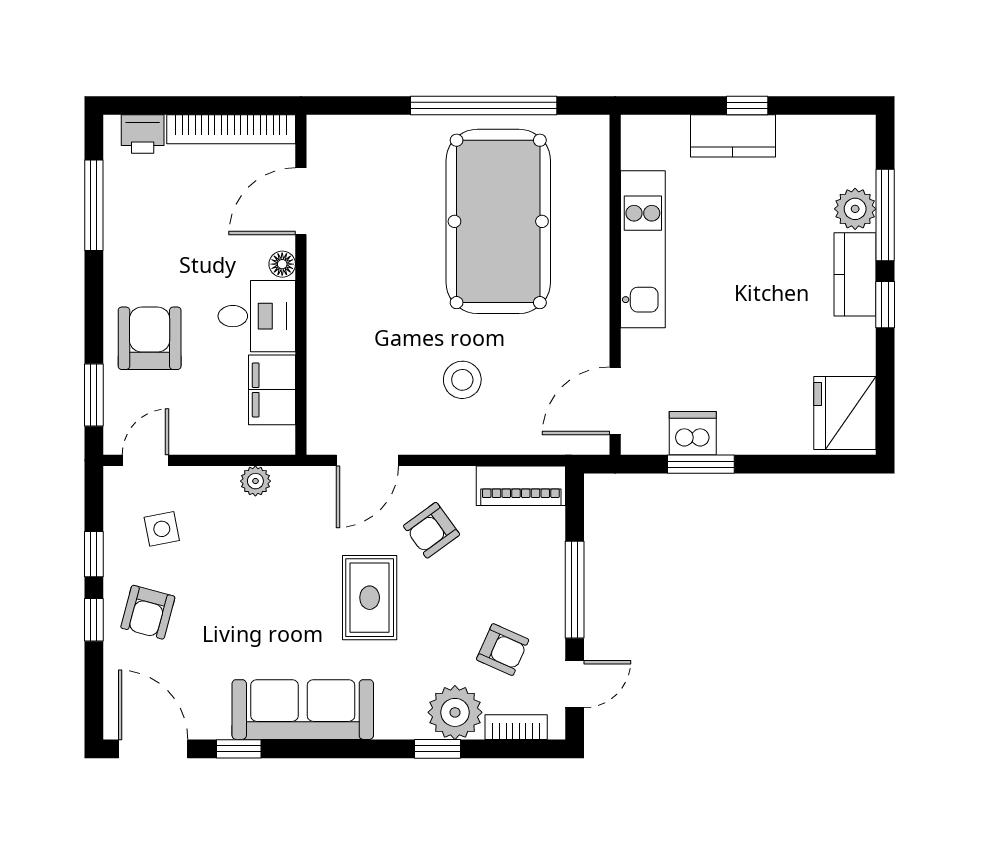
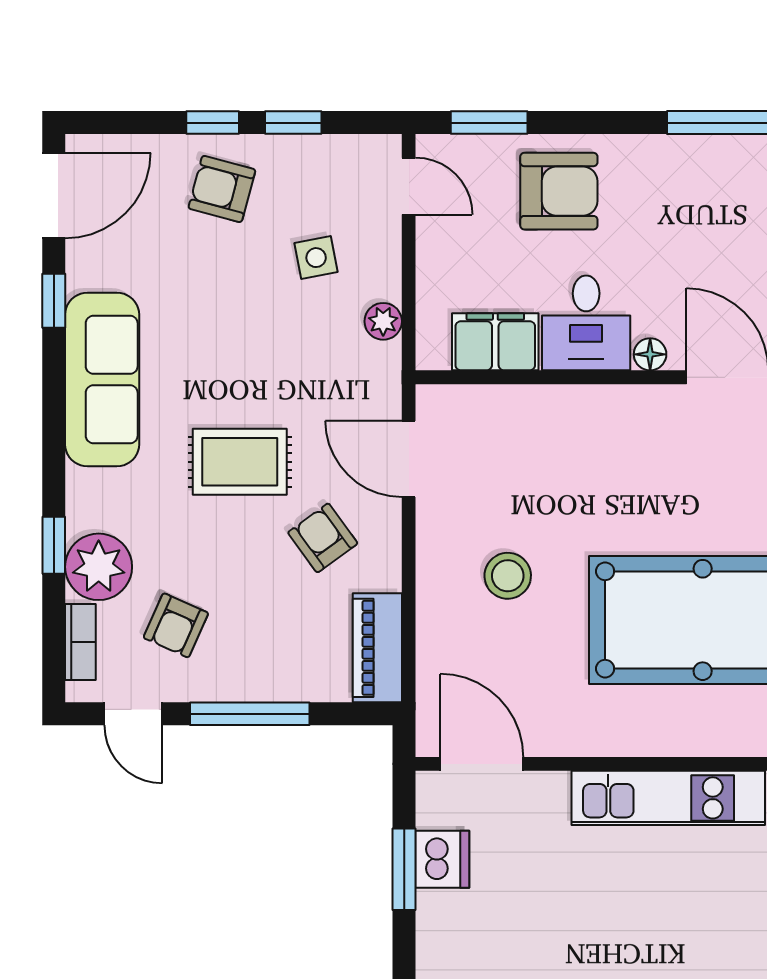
side table: (162, 529) -> (316, 258), moved

